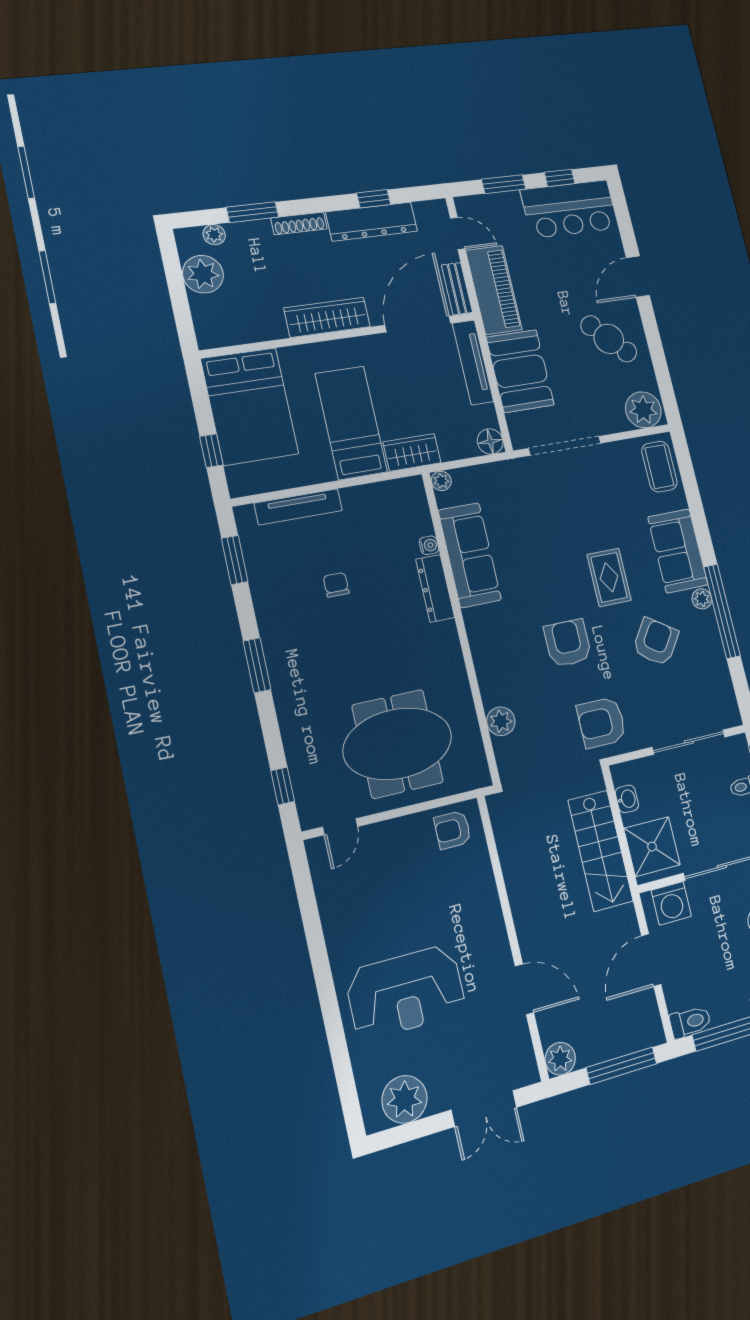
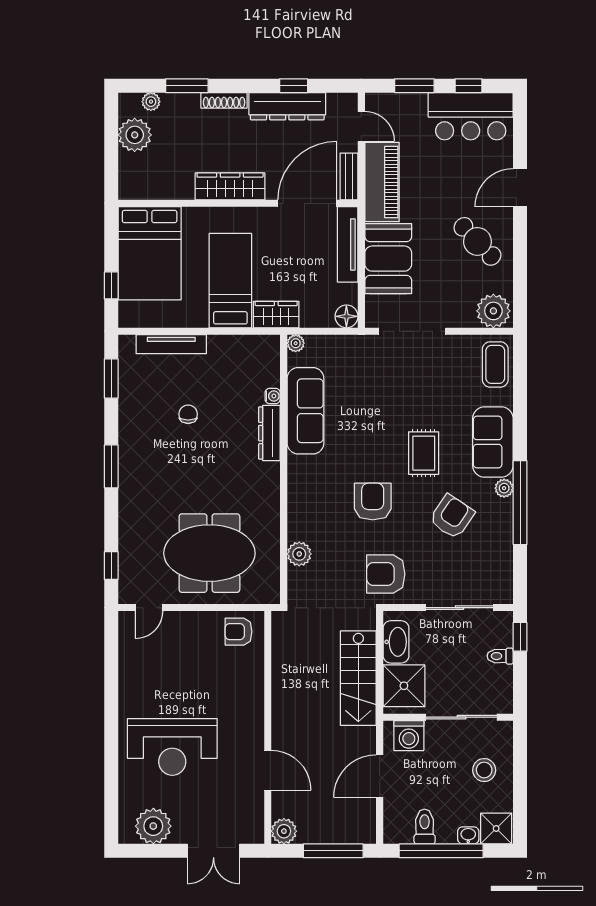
washbasin: (627, 799) -> (396, 642), width x1.91, depth x1.45
toilet: (690, 1022) -> (425, 827), moved, turned -90

